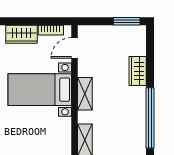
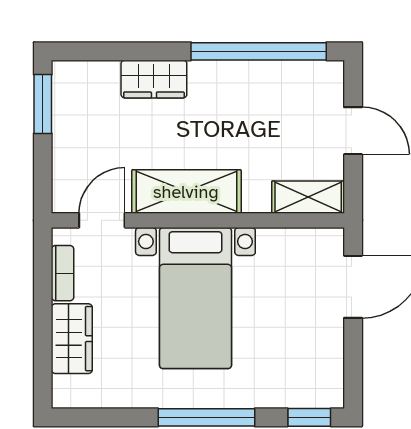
door: (74, 48) -> (102, 220), swing flipped
shelving: (85, 94) -> (186, 192), width x1.50, depth x1.33

